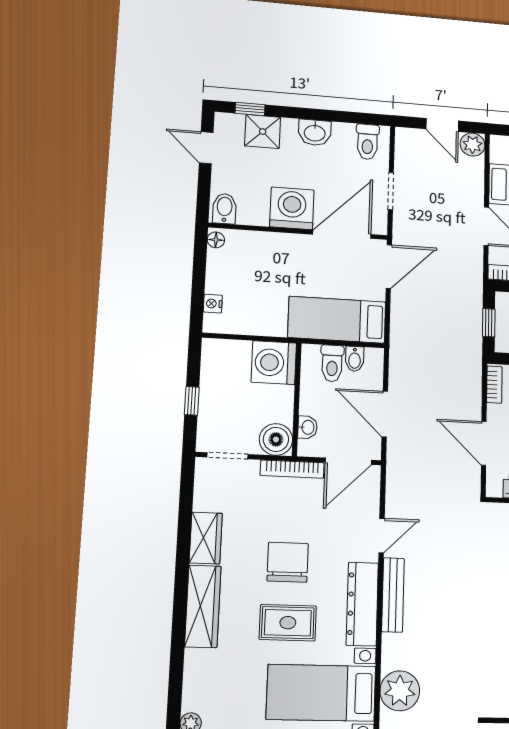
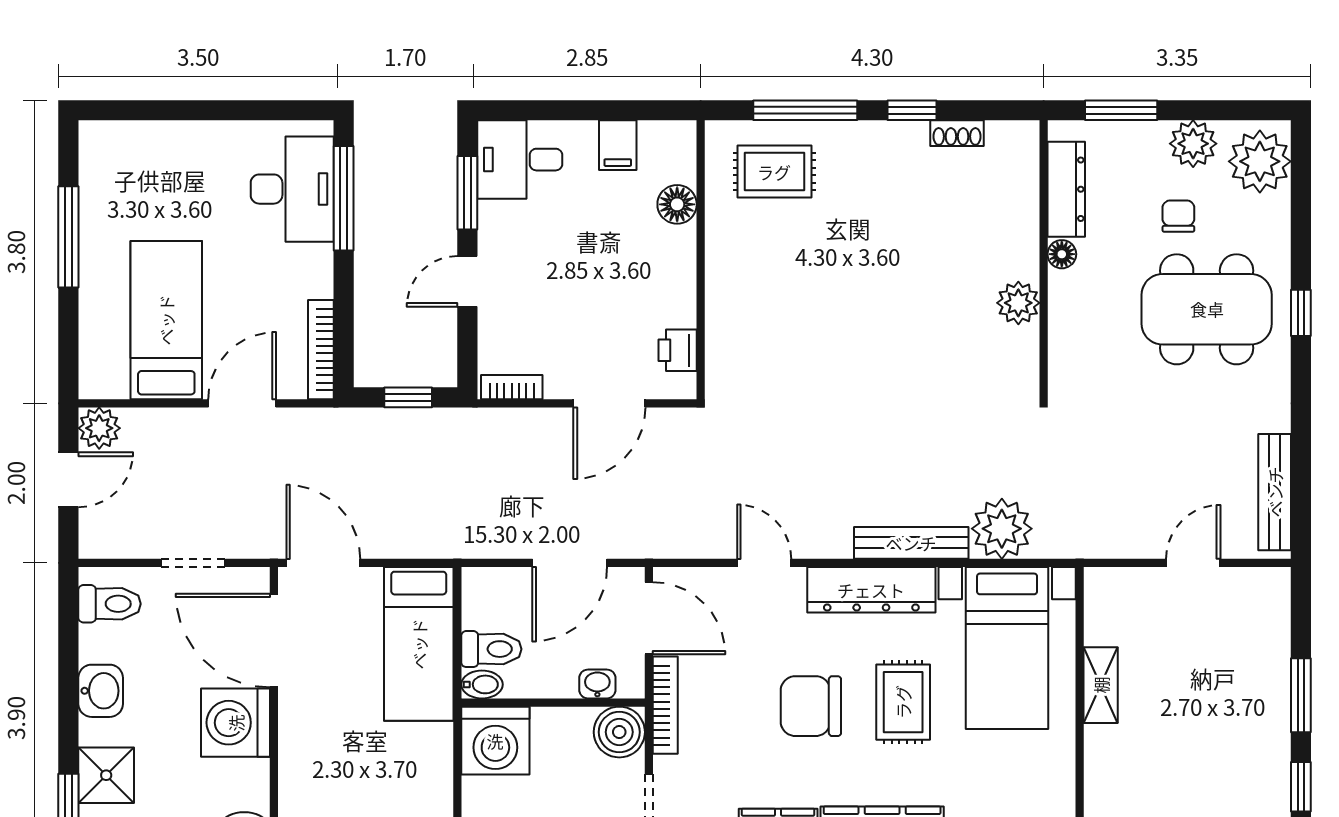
bidet: (355, 359) -> (482, 684), moved
bench: (393, 595) -> (911, 543), moved

